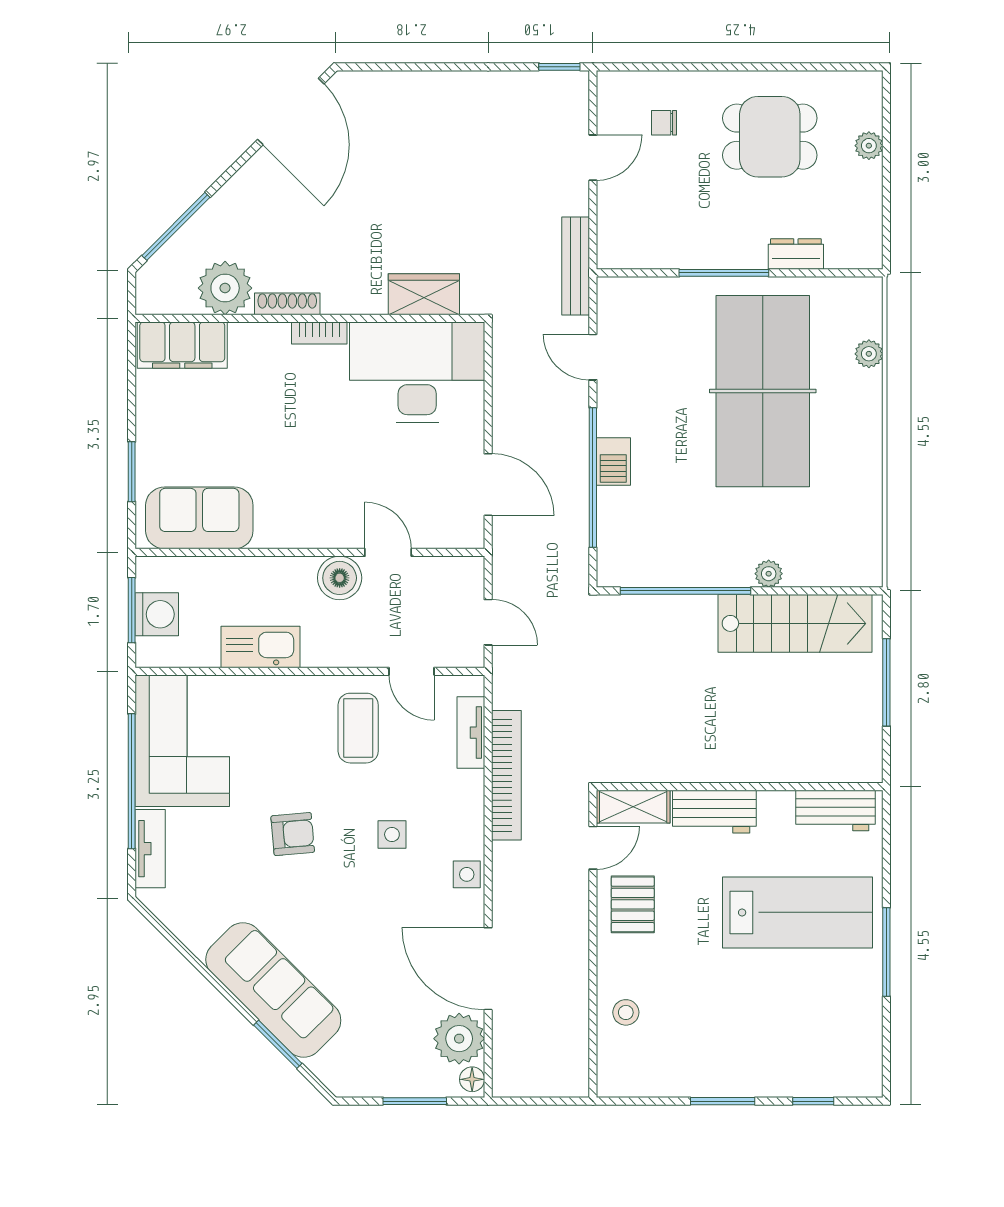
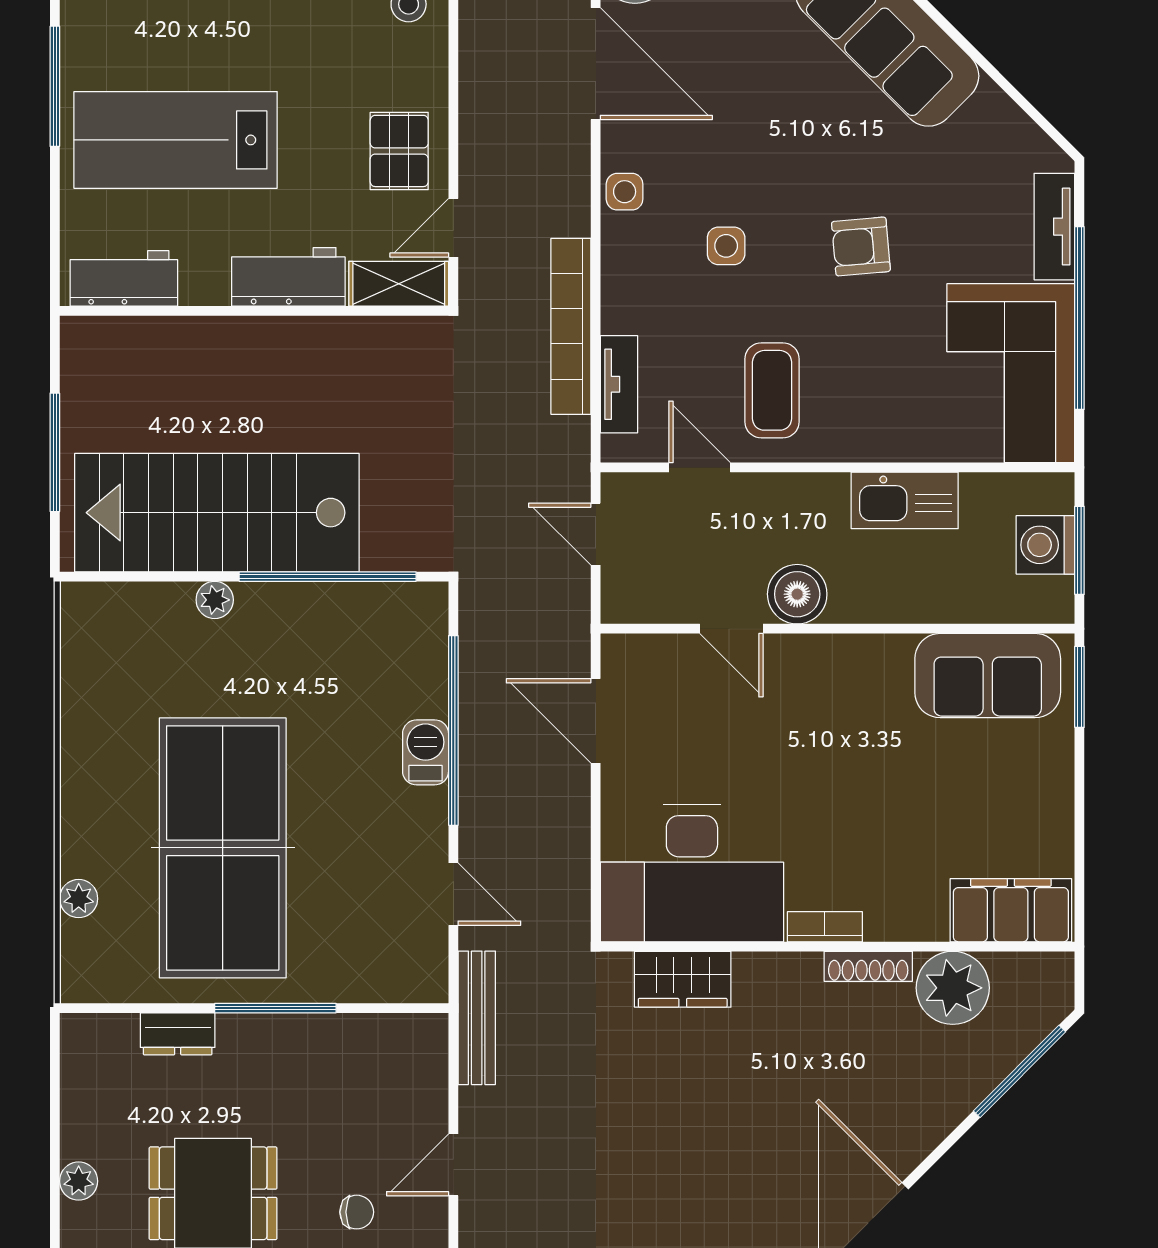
window: (132, 472) -> (1079, 687), moved
stairs: (795, 623) -> (217, 513), width x1.36, depth x1.51

